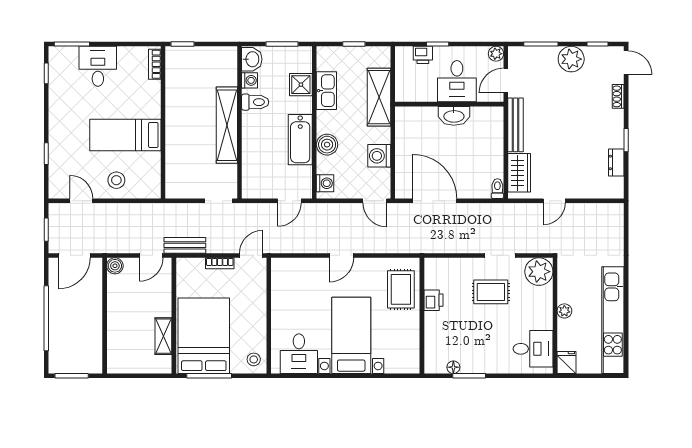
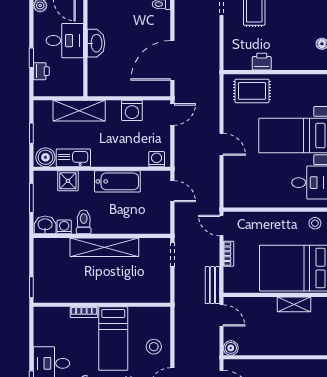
bookcase: (155, 64) -> (84, 312), moved
boiler: (327, 145) -> (45, 157), moved

